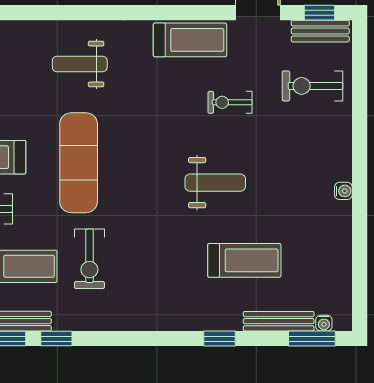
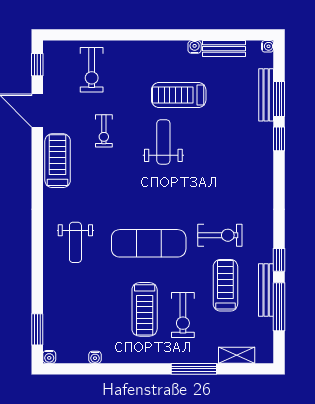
bench: (320, 31) -> (224, 49), moved, turned 90
water cooler: (343, 191) -> (195, 47), moved
treadmill: (244, 260) -> (179, 95), moved, turned -90
water cooler: (324, 323) -> (268, 46), moved
window: (312, 339) -> (279, 99), moved

